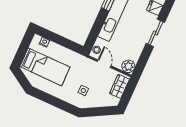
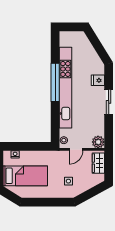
door: (104, 64) -> (76, 149), swing flipped

